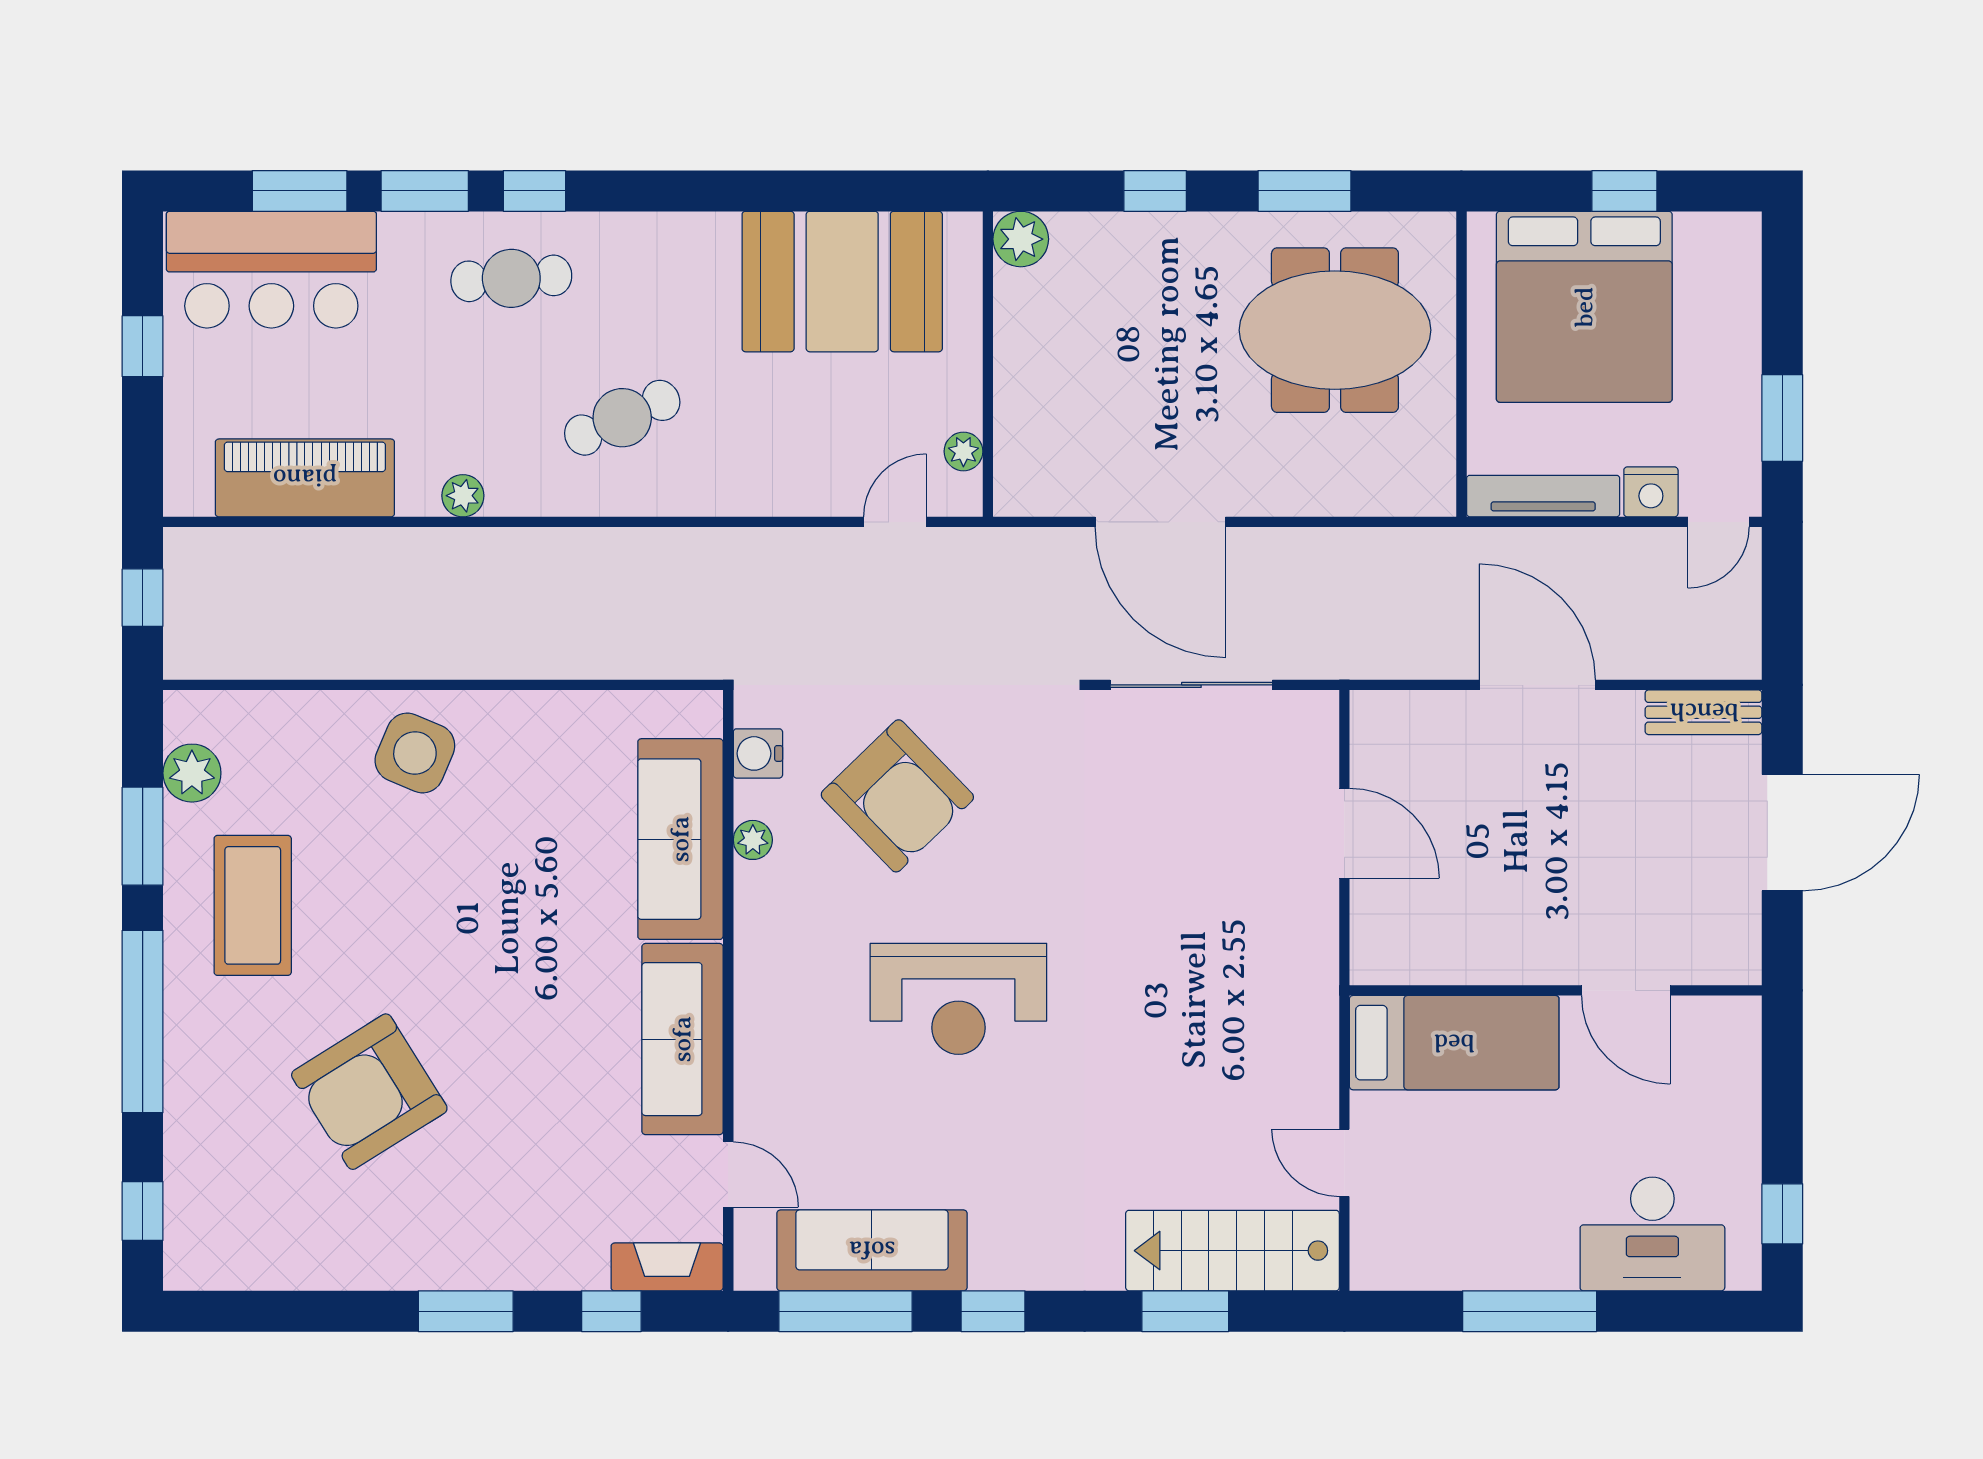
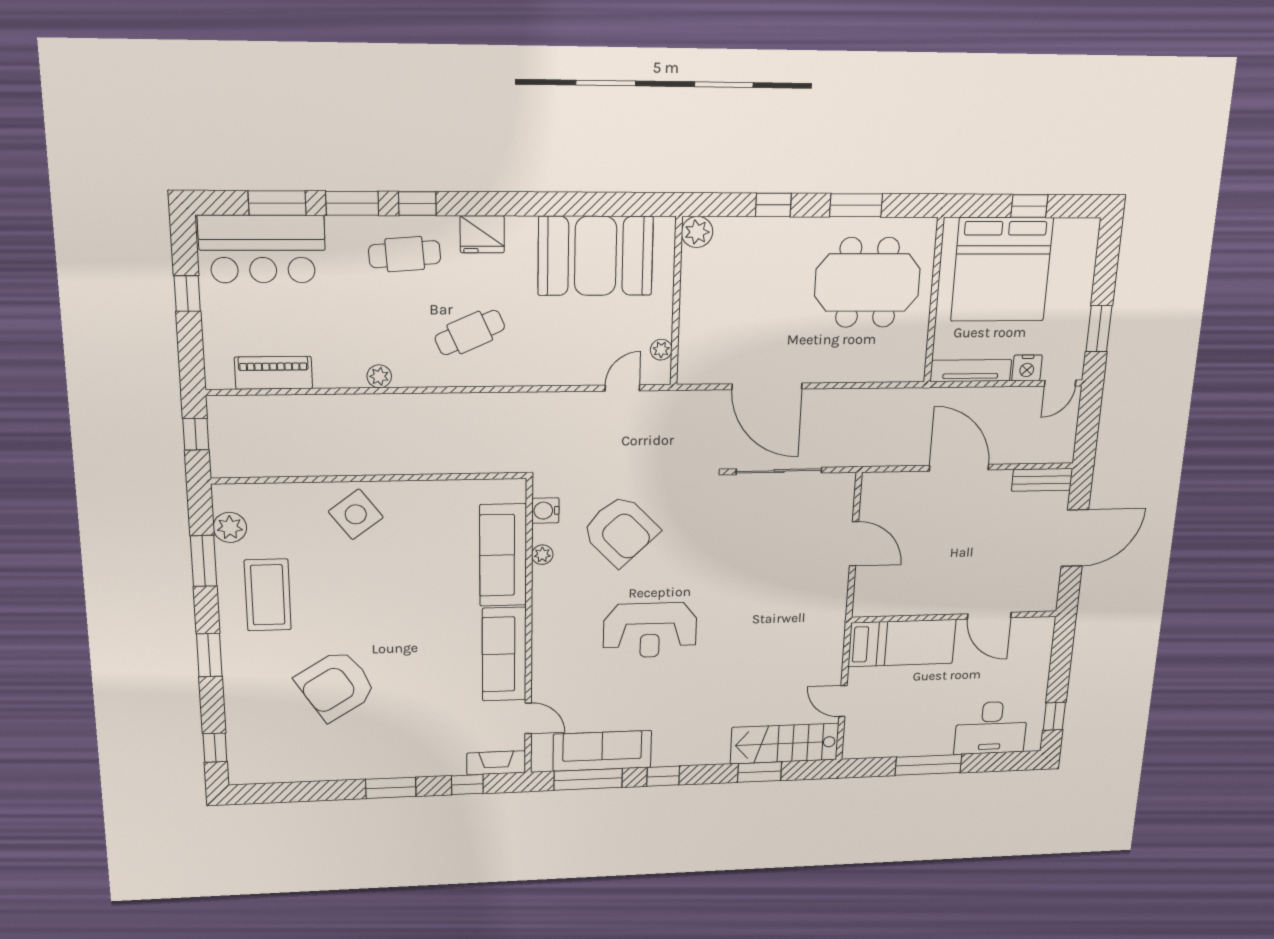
fridge: (645, 244) -> (482, 234), added
piano: (305, 478) -> (274, 373), width x0.73, depth x0.75
side table: (415, 753) -> (356, 514), turned 30
window: (143, 1021) -> (209, 655), width x0.47

